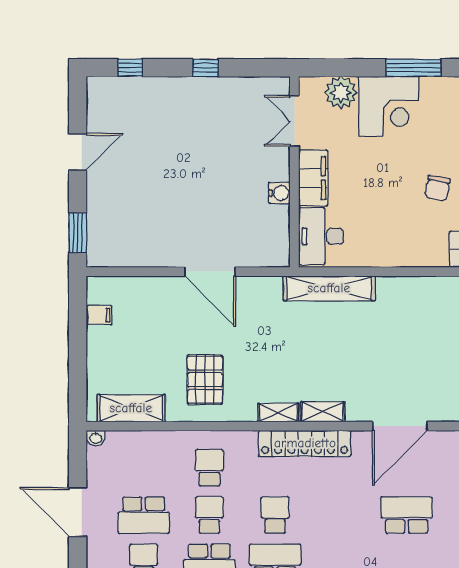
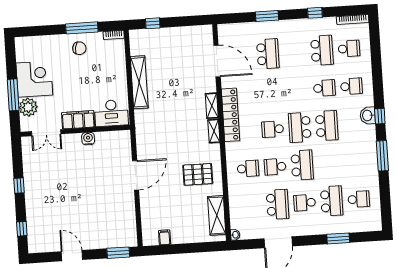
window: (414, 68) -> (13, 95), moved
shelving: (329, 288) -> (139, 82), moved
school desk: (209, 468) -> (248, 169), turned 180
school desk: (407, 515) -> (268, 54), turned 180

